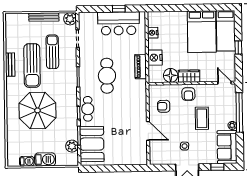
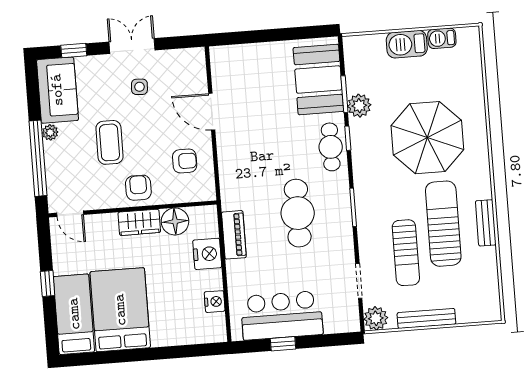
plant: (72, 146) -> (359, 106), moved

